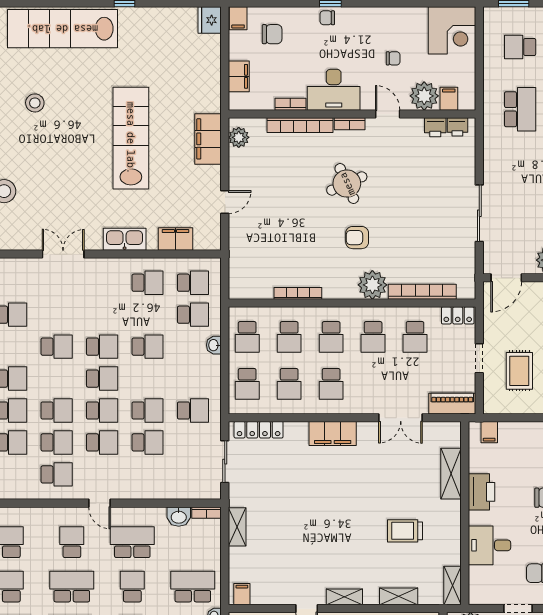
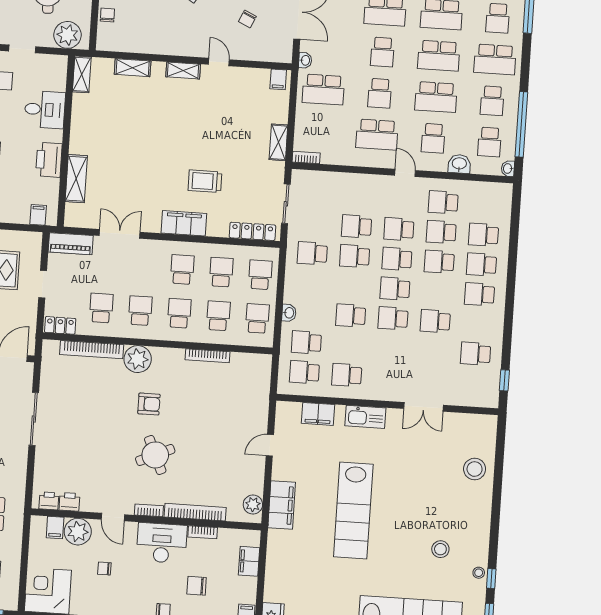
chair: (272, 34) -> (197, 586), moved
washbasin: (179, 517) -> (459, 164), moved
trolley: (405, 531) -> (205, 181), moved, turned 180

